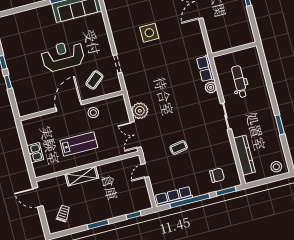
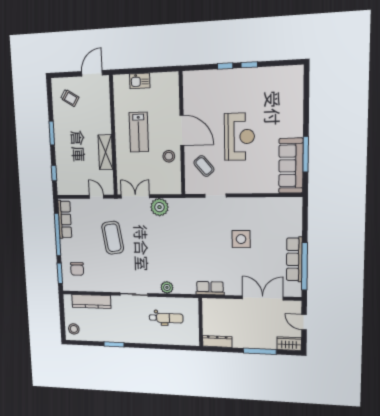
dresser: (248, 30) -> (217, 341), added
row of seats: (205, 69) -> (210, 288), moved
coffee table: (179, 148) -> (113, 238), width x1.86, depth x1.72
shelving: (82, 176) -> (106, 152), moved

